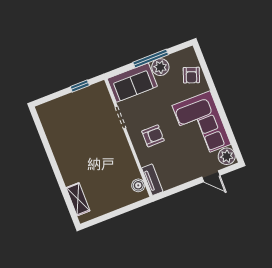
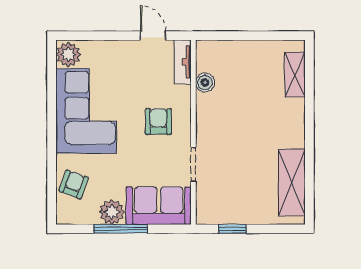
shelving: (53, 130) -> (292, 183), added
armchair: (153, 136) -> (158, 122), turned 90
door: (211, 176) -> (153, 36), moved
boiler: (138, 185) -> (205, 82), moved

